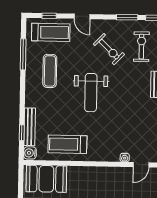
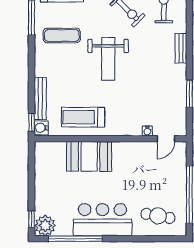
exercise mat: (50, 71) -> (62, 35), turned 90
window: (22, 133) -> (32, 122), moved
booth: (46, 179) -> (89, 156), moved

